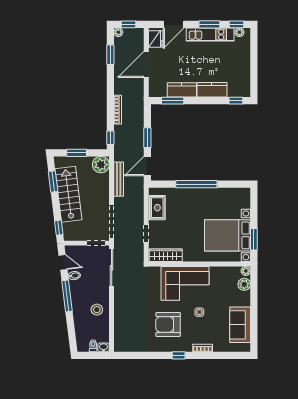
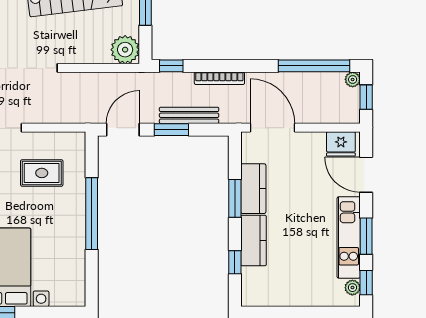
window: (110, 55) -> (314, 66), width x2.11
door: (146, 64) -> (272, 128), moved
window: (173, 101) -> (235, 198), moved
window: (236, 101) -> (235, 262), moved
door: (147, 166) -> (123, 130), hinge flipped
bench: (119, 179) -> (189, 115), moved
rug: (157, 208) -> (42, 173), moved

